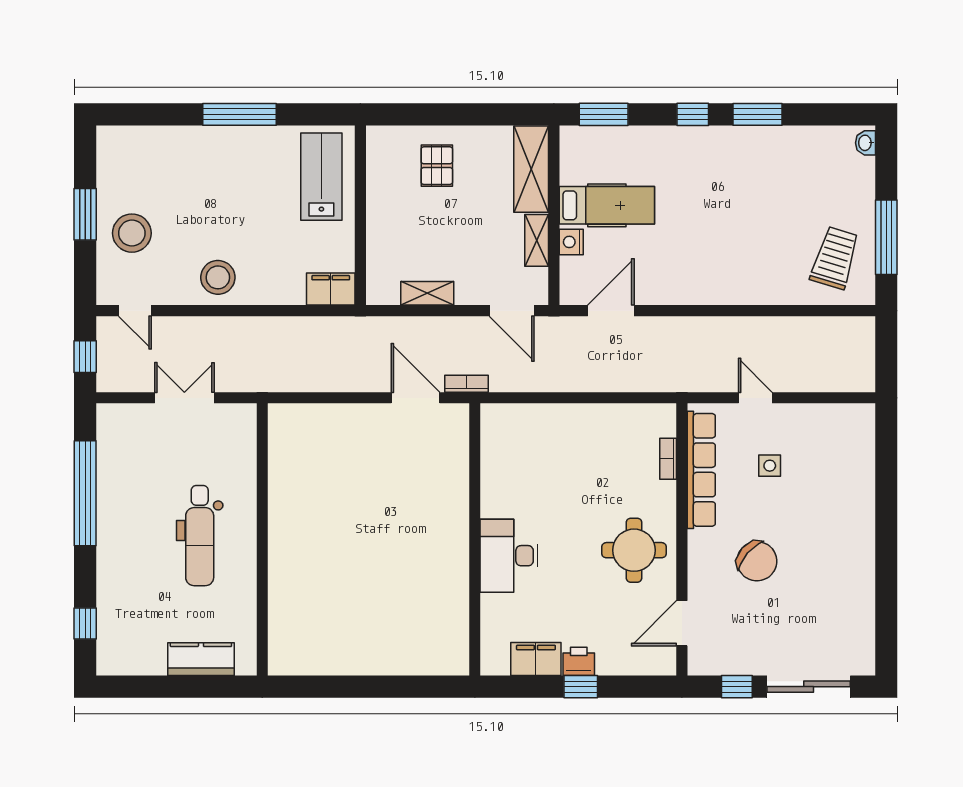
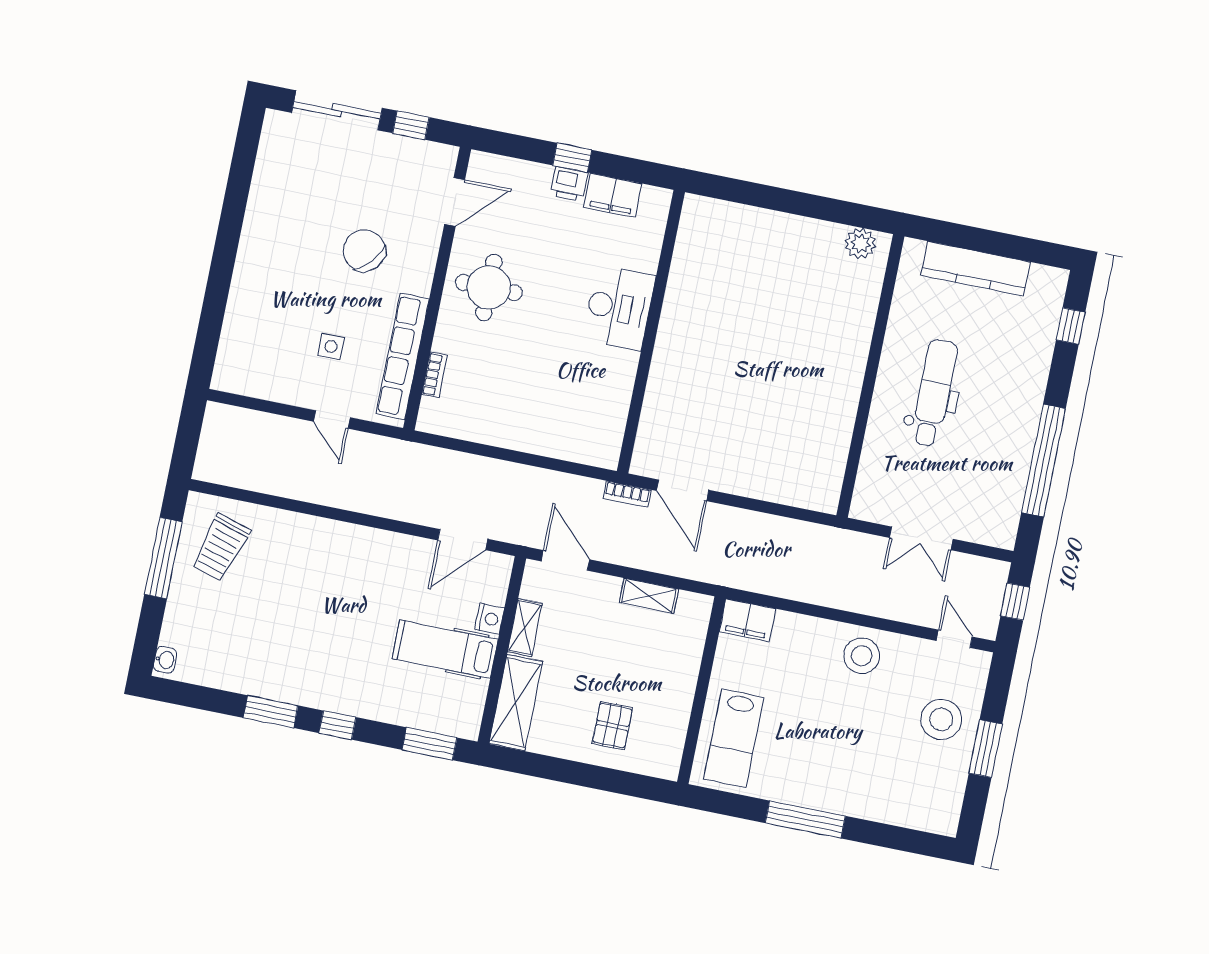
kitchen counter: (201, 659) -> (976, 269), width x1.50
plant: (296, 661) -> (860, 243), added

